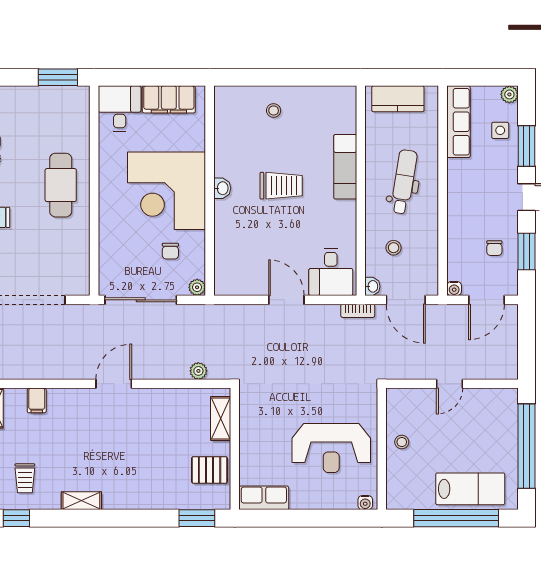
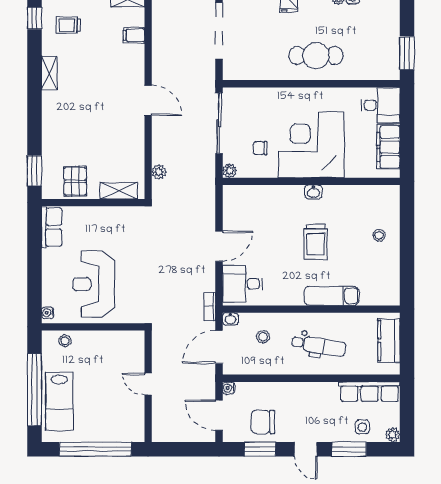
chair: (494, 248) -> (263, 422), width x1.87, depth x1.87
stool: (402, 442) -> (65, 341), moved

